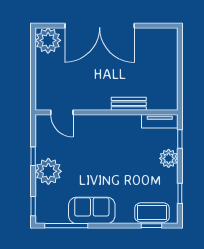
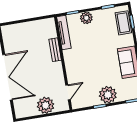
plant: (48, 40) -> (46, 105), moved
tv unit: (160, 121) -> (64, 32), width x1.41

